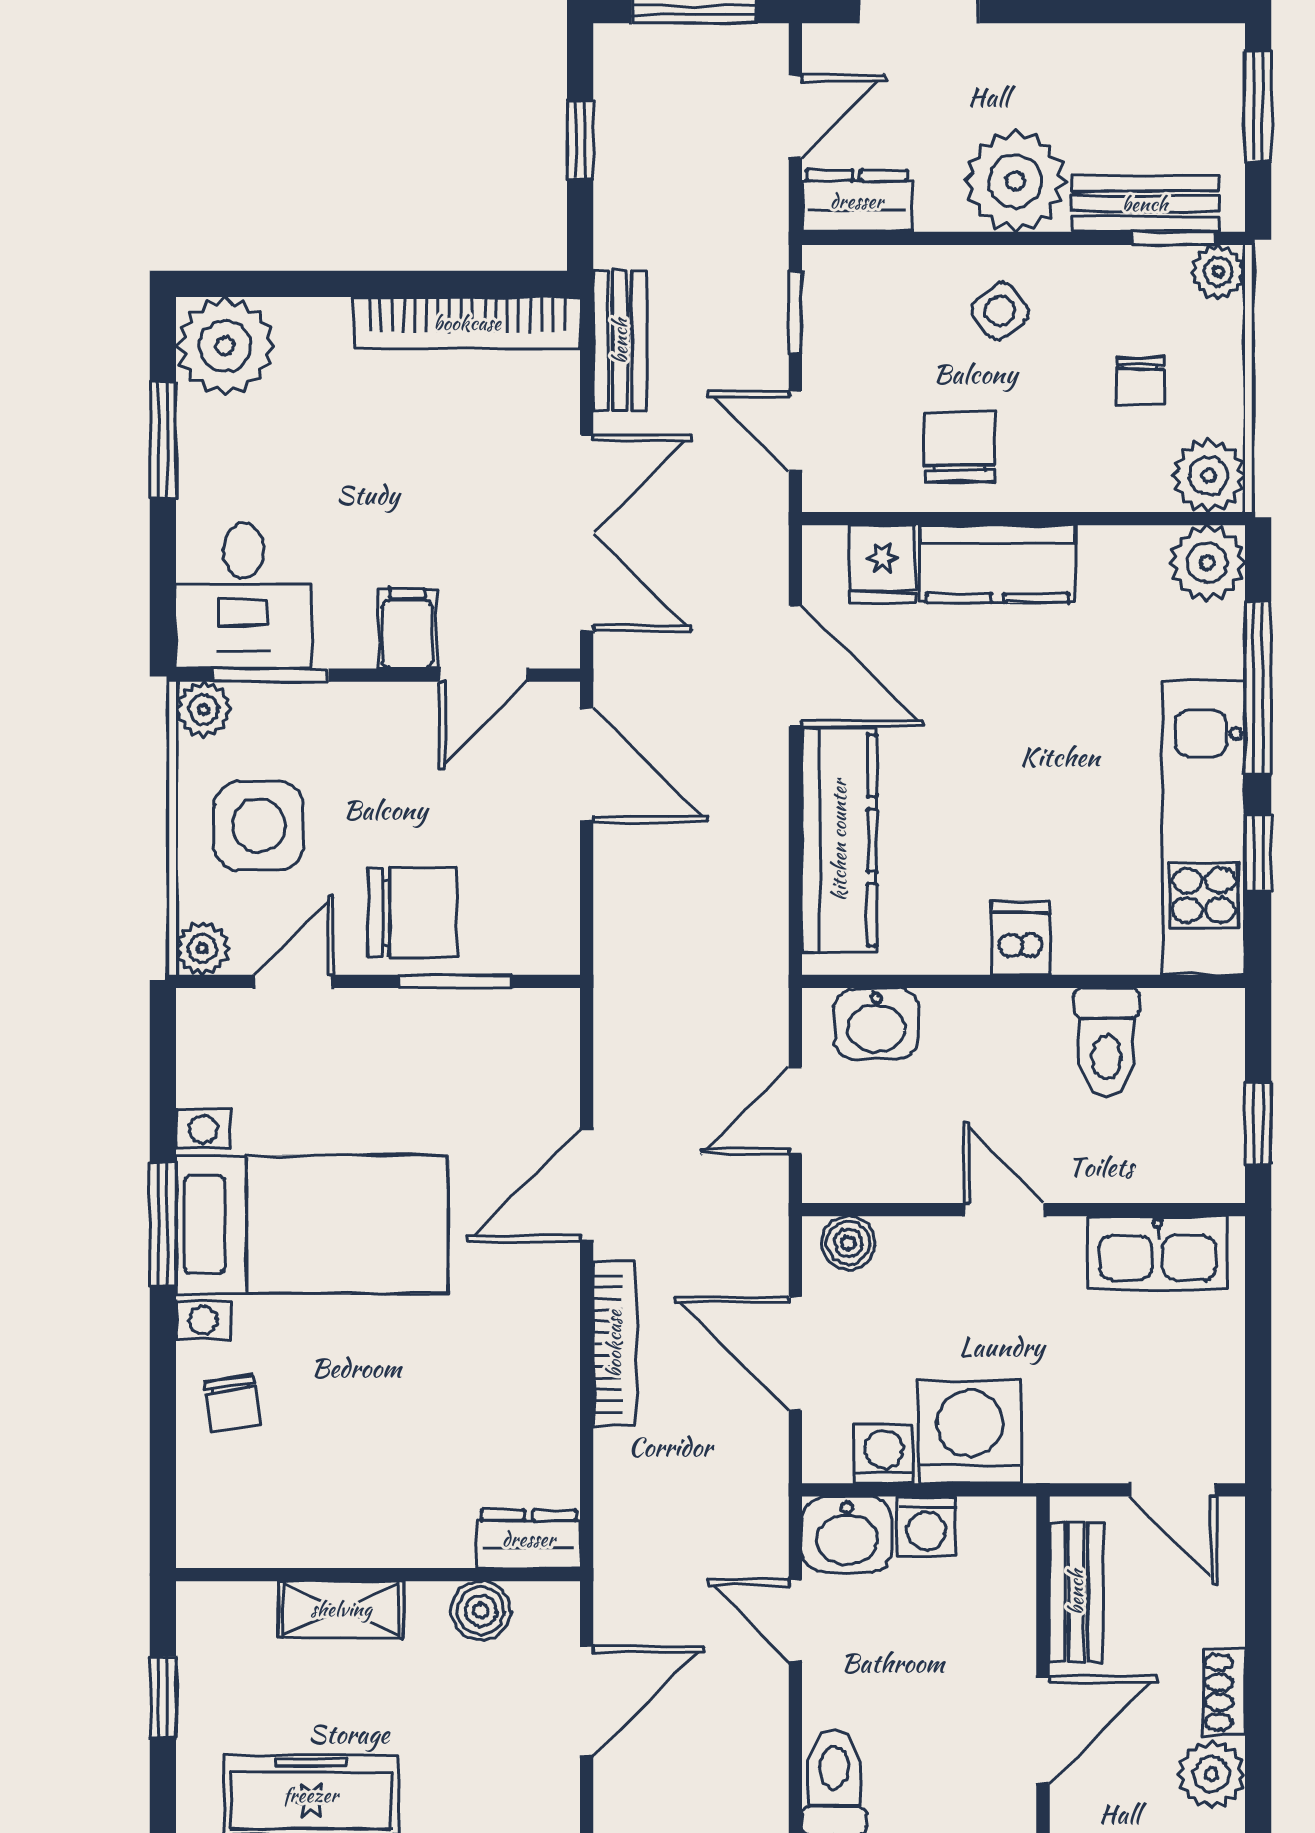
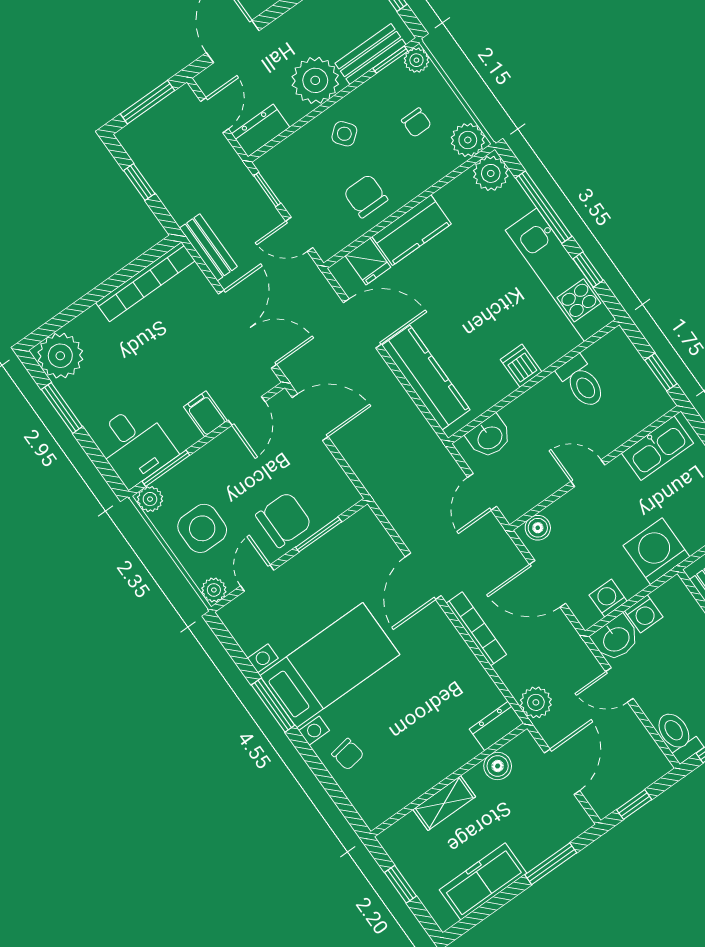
washing machine: (970, 1432) -> (656, 551), moved
plant: (627, 1547) -> (536, 702), added

